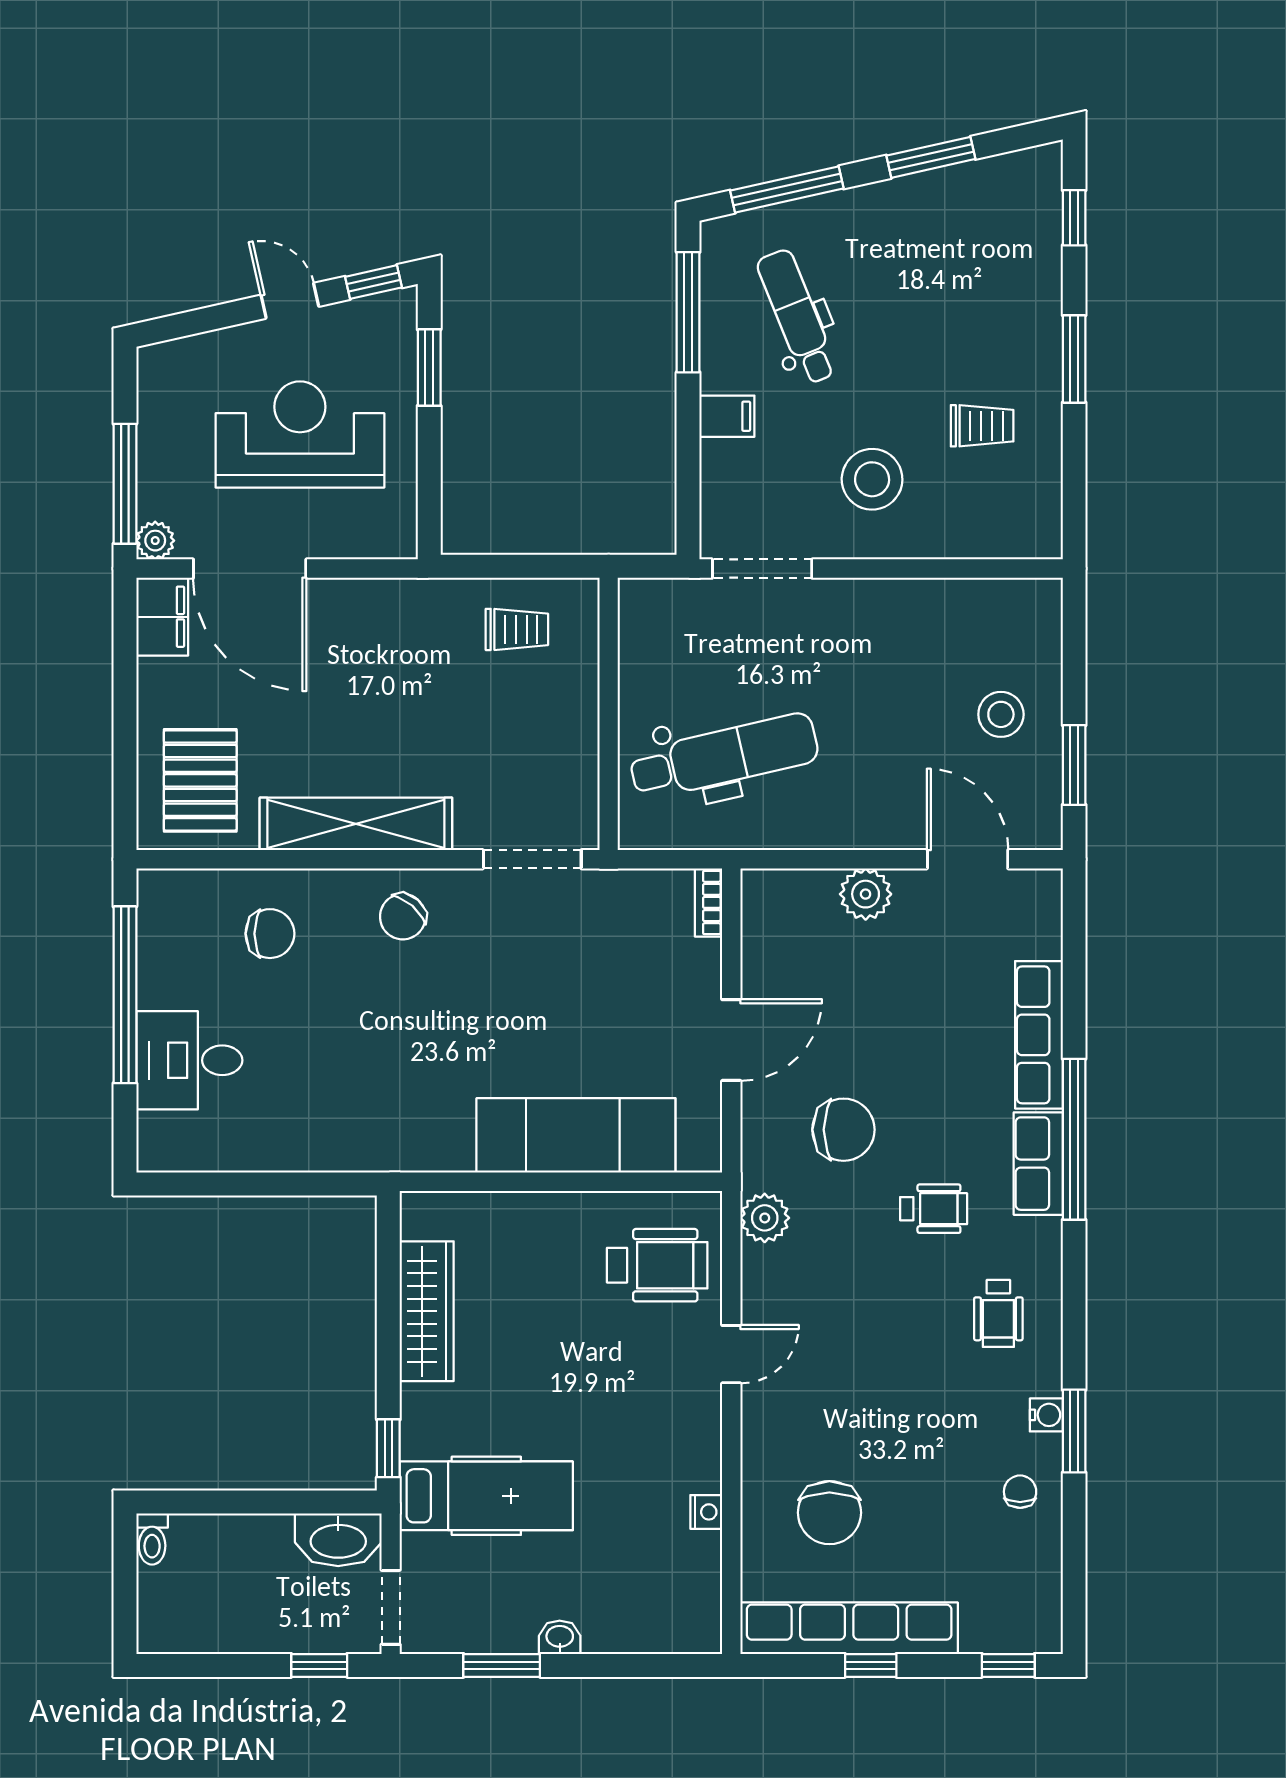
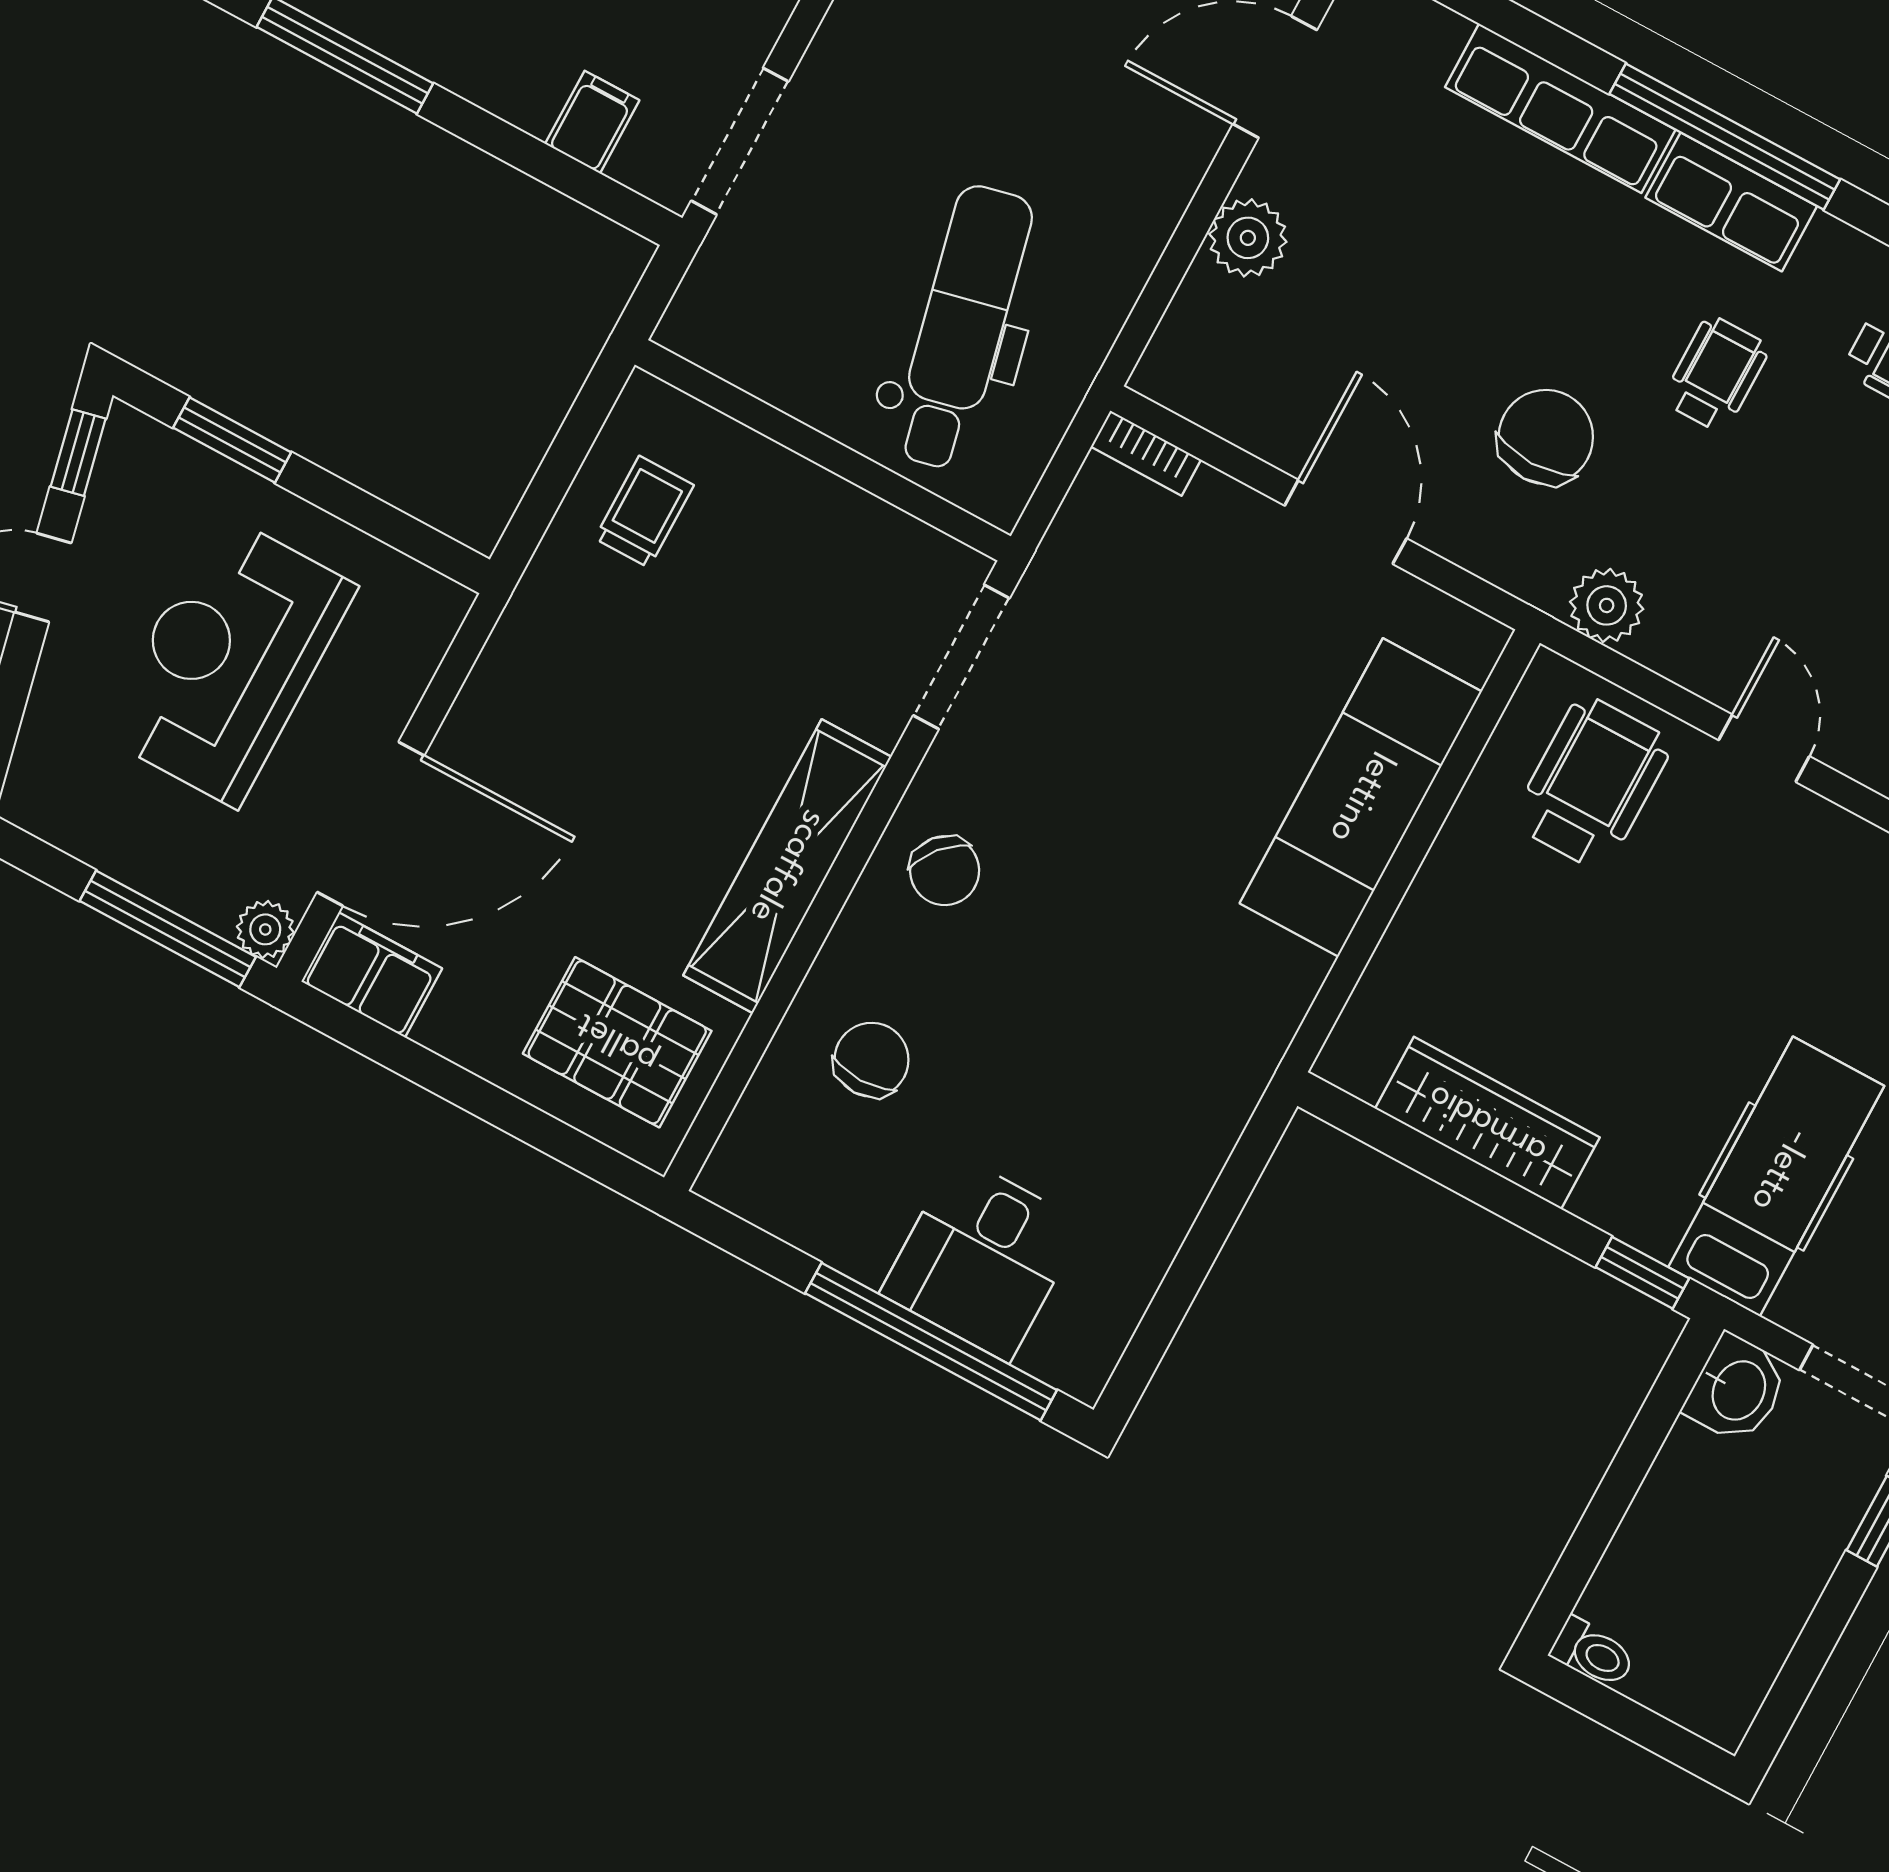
filing cabinet: (727, 416) -> (592, 122), moved
window: (125, 995) -> (931, 1342), moved
washbasin: (338, 1540) -> (1737, 1389), width x0.72

